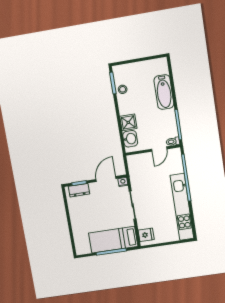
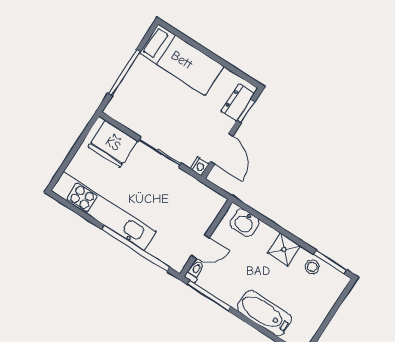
shower: (128, 122) -> (284, 249), moved
door: (159, 149) -> (200, 247), swing flipped
fridge: (146, 235) -> (113, 144), width x1.88, depth x1.34
bed: (113, 240) -> (182, 60), moved, turned 90

